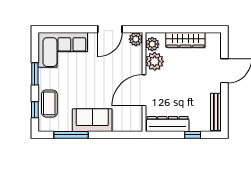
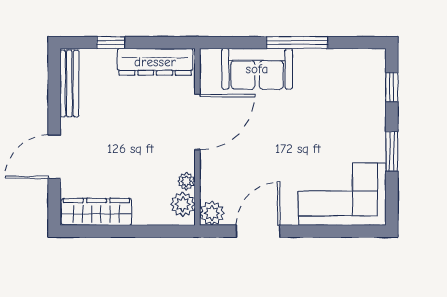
wardrobe: (185, 40) -> (96, 212), moved
plant: (155, 61) -> (186, 181), width x0.53, depth x0.53
coffee table: (49, 103) -> (366, 99), removed
sofa: (92, 120) -> (257, 69), moved
window: (71, 135) -> (297, 43), moved

